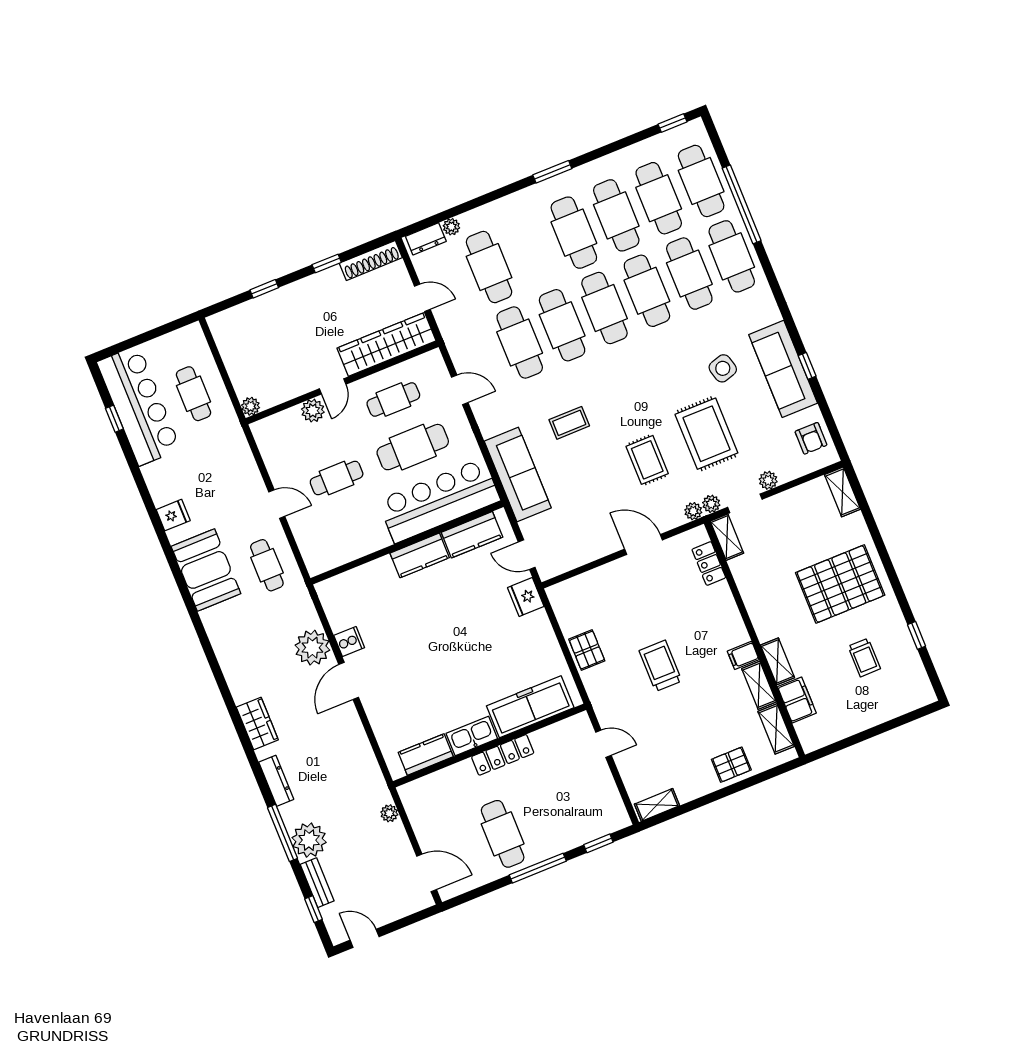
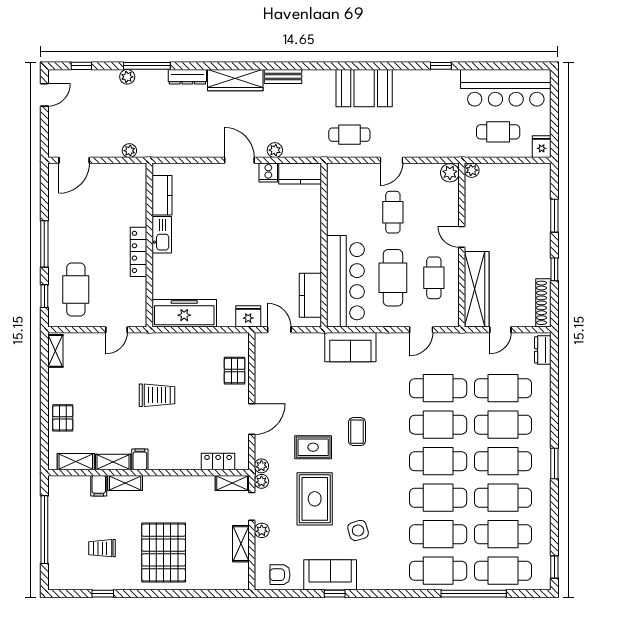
plant: (451, 227) -> (544, 372), removed
cafe table: (531, 250) -> (503, 425), added
window: (264, 289) -> (554, 216), width x1.50
sofa: (783, 369) -> (330, 575), width x0.73
plant: (313, 411) -> (450, 173), moved
window: (114, 419) -> (441, 66), moved
coffee table: (569, 423) -> (357, 432), moved
rug: (706, 434) -> (315, 499), turned 90
sofa: (518, 474) -> (350, 347), width x0.73
shelving: (842, 492) -> (241, 544), moved, turned 90
fridge: (173, 515) -> (542, 147), moved, turned 180
kitchen counter: (420, 555) -> (300, 174), moved, turned -90
door: (527, 555) -> (279, 330), hinge flipped
plant: (312, 648) -> (275, 150), width x0.53, depth x0.53
pallet: (587, 650) -> (235, 371), moved, turned 90
filing cabinet: (797, 700) -> (99, 486), width x0.50
freezer: (530, 707) -> (184, 313), moved, turned -90
wardrobe: (257, 723) -> (235, 80), width x1.50
window: (870, 733) -> (44, 530), added
cafe table: (503, 834) -> (76, 289), moved, turned 90
plant: (309, 840) -> (127, 77), width x0.53, depth x0.53
bench: (317, 883) -> (283, 77), moved

